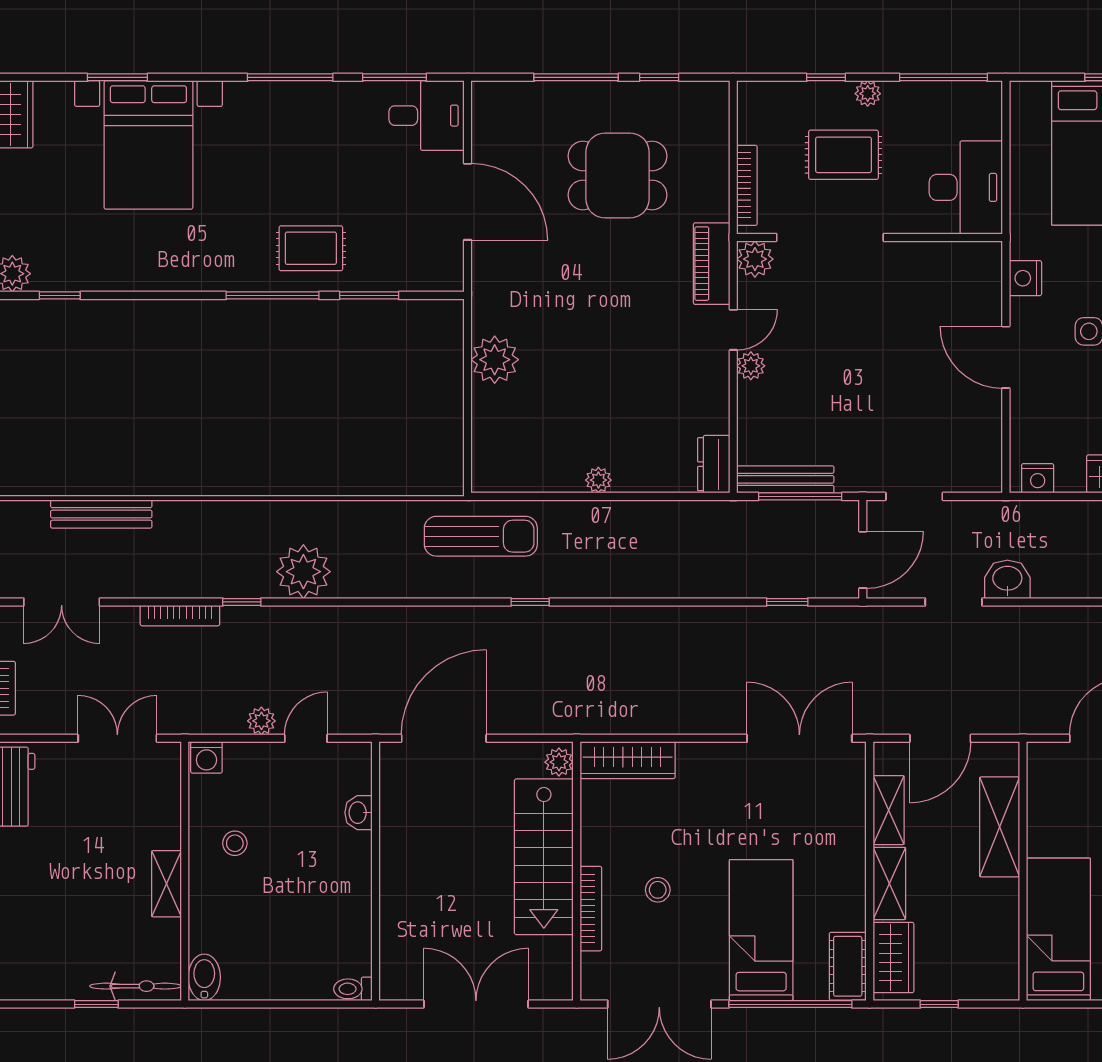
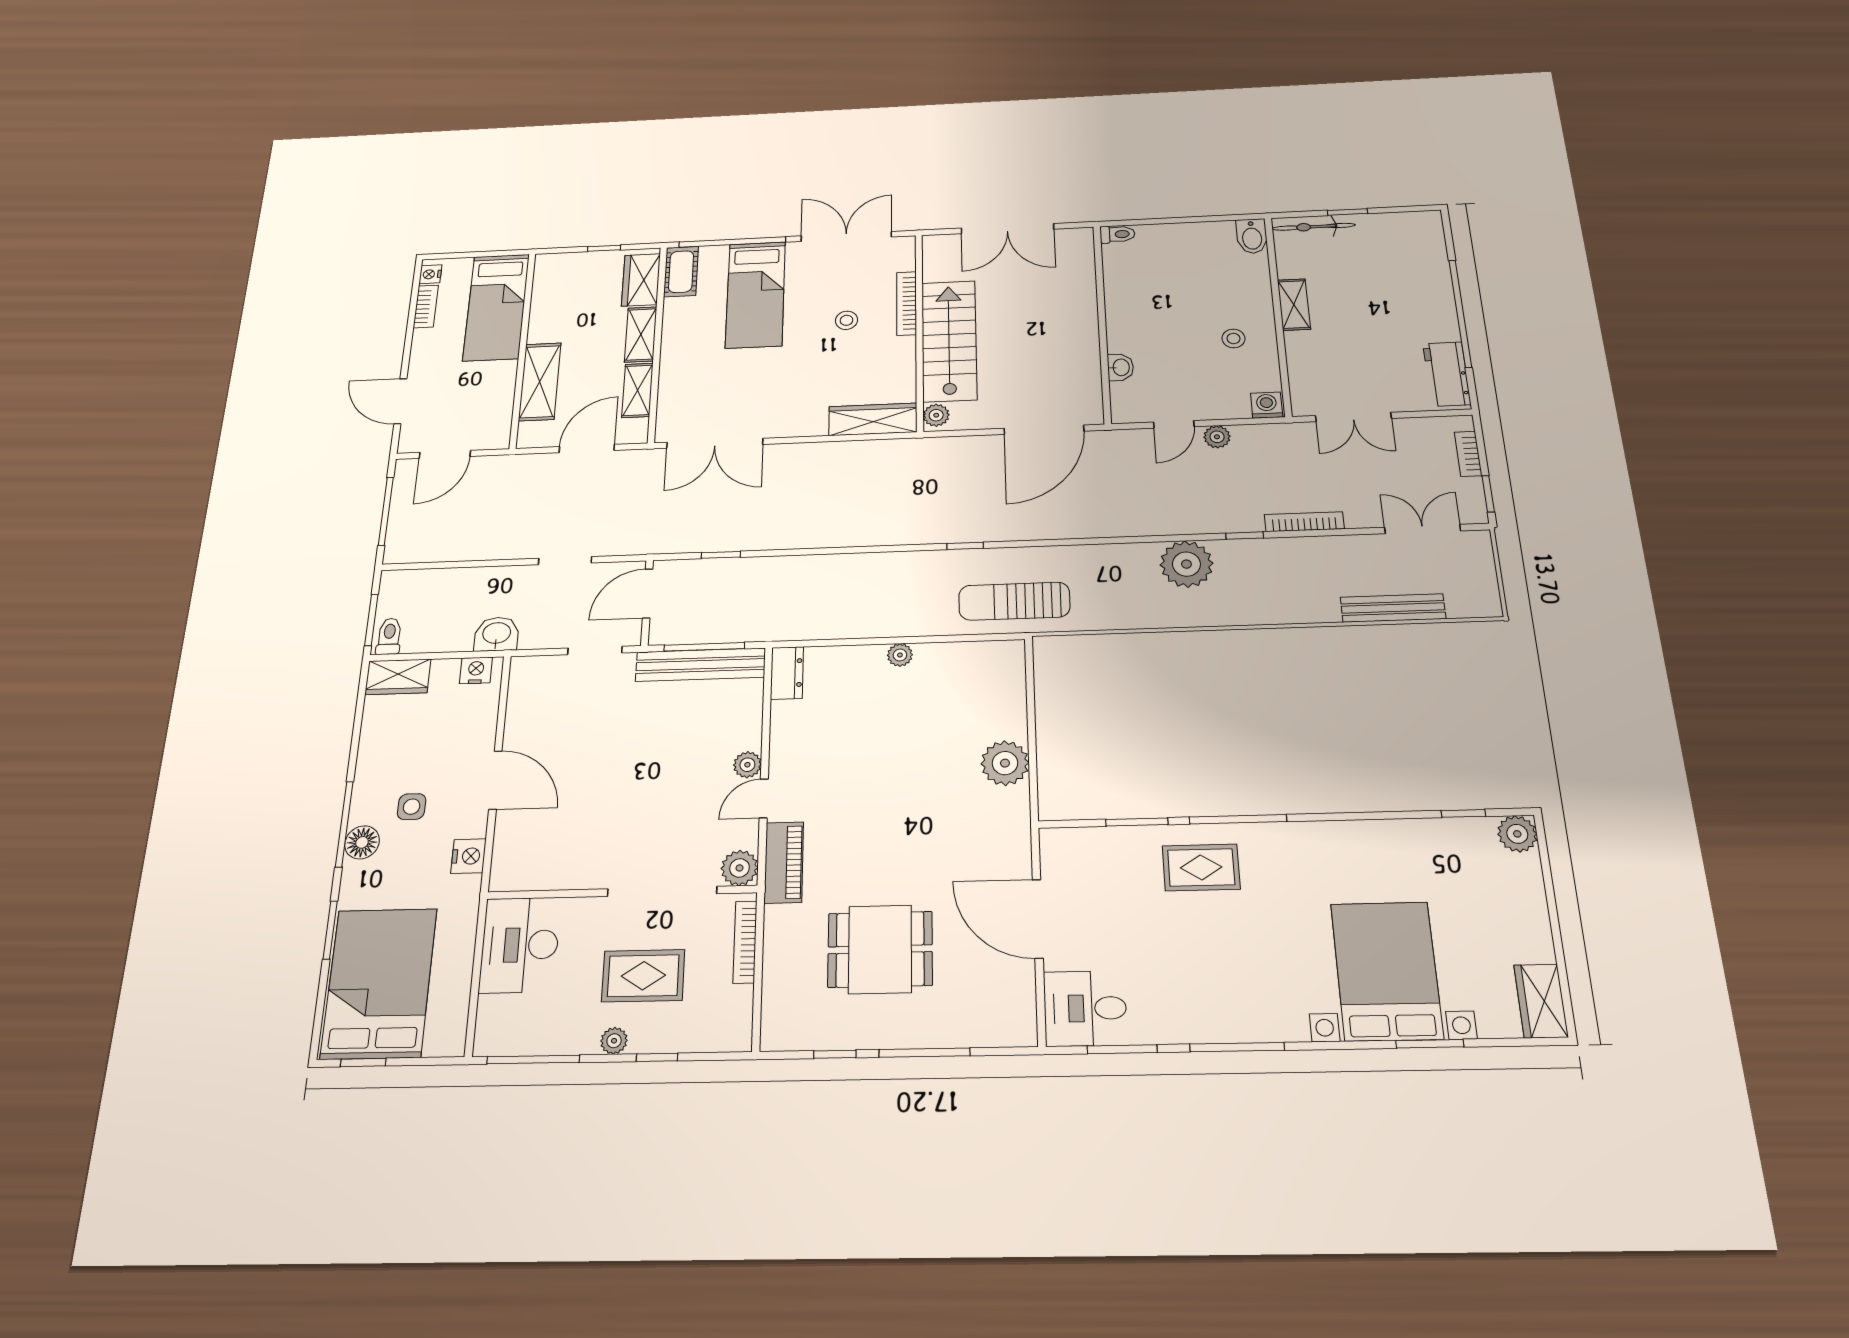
bench: (785, 479) -> (700, 665), width x1.37, depth x1.21
washbasin: (1007, 579) -> (497, 634), moved, turned 180

